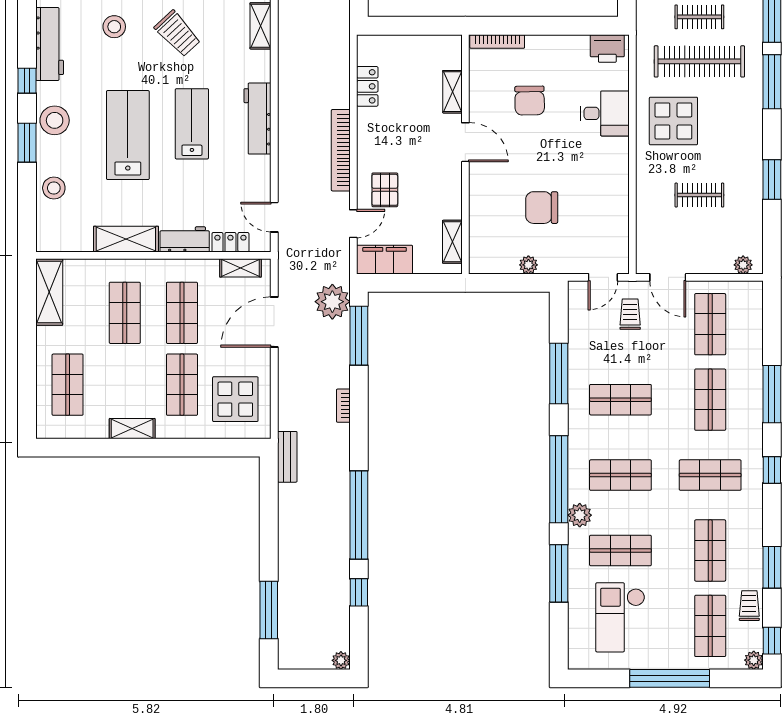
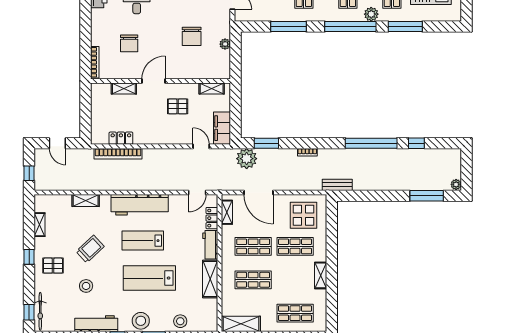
chair: (530, 101) -> (129, 43), turned 91
workbench: (257, 119) -> (140, 205), width x1.36, depth x1.32
bookcase: (341, 150) -> (118, 154), moved
pallet: (385, 190) -> (178, 106), moved
window: (359, 336) -> (266, 143), width x0.69
plant: (341, 660) -> (456, 184), moved

